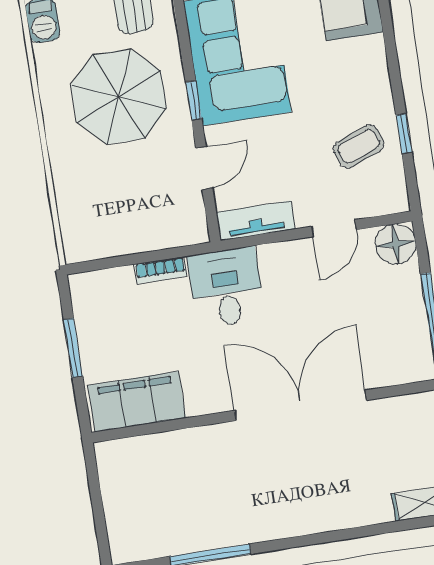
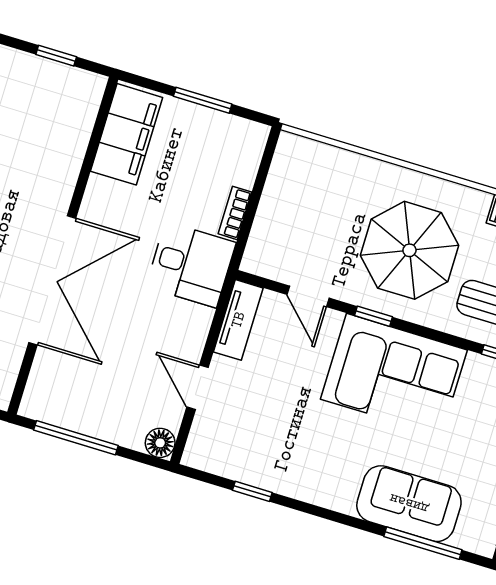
coffee table: (359, 146) -> (260, 445), removed
floor lamp: (396, 244) -> (160, 443), width x0.73, depth x0.73
window: (96, 499) -> (56, 56), added

